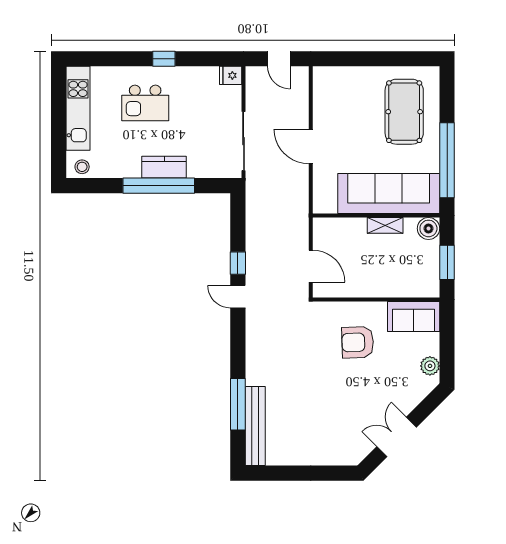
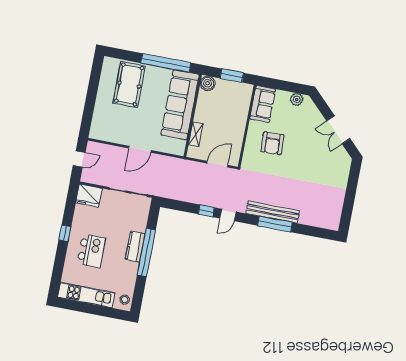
fridge: (231, 75) -> (89, 196), width x1.88, depth x1.34
pool table: (404, 112) -> (129, 85), turned 90
shelving: (385, 225) -> (196, 134), moved
window: (238, 404) -> (275, 224), moved
bench: (255, 426) -> (273, 212), moved

